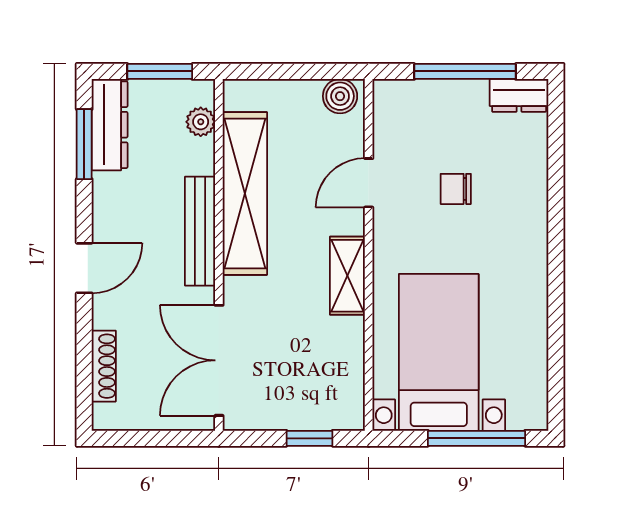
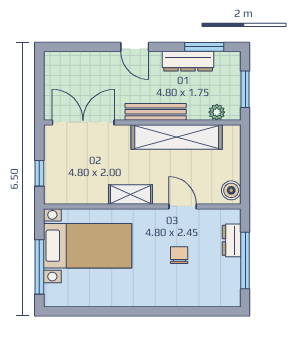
dresser: (519, 95) -> (232, 240), moved
dresser: (110, 125) -> (188, 61), moved
shoe rack: (104, 366) -> (80, 58), removed

